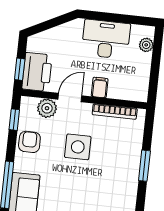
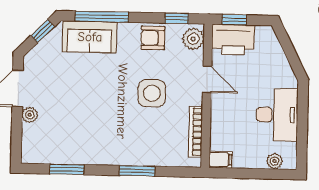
filing cabinet: (100, 87) -> (221, 160), moved
plant: (47, 108) -> (193, 39), moved
armchair: (29, 142) -> (153, 38), turned 180

